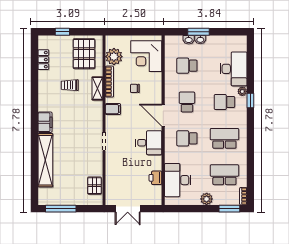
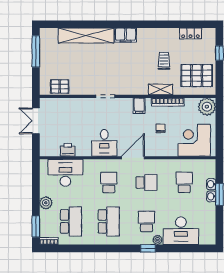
plant: (114, 57) -> (207, 107), moved

